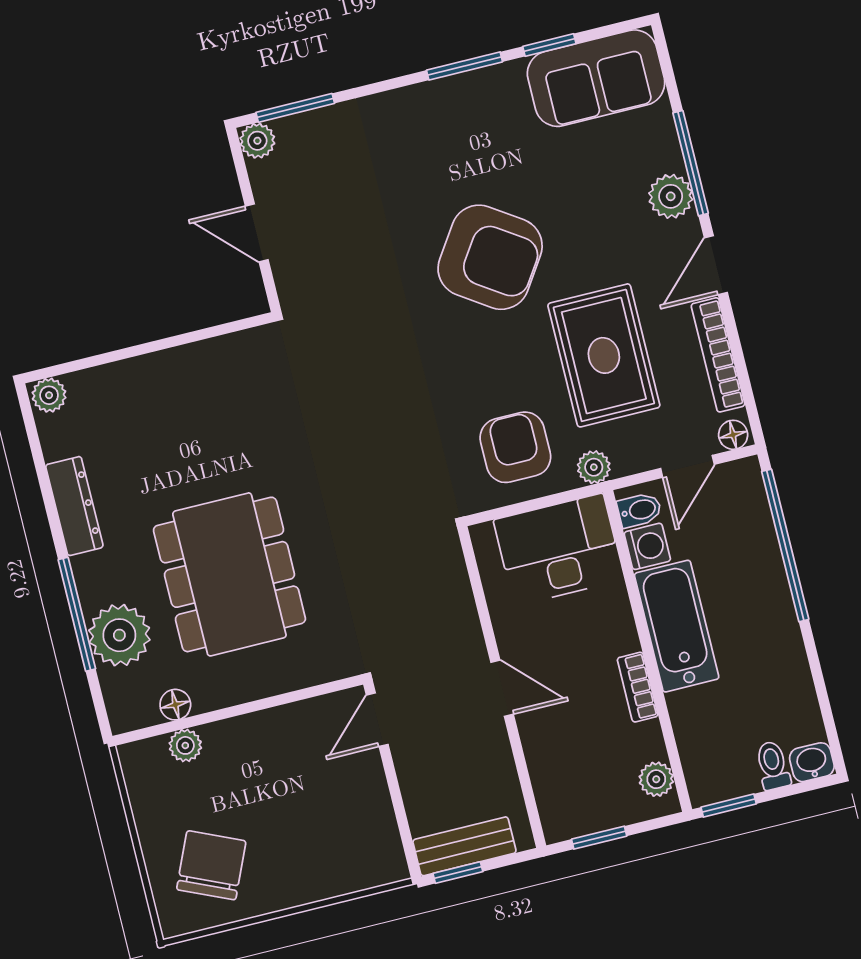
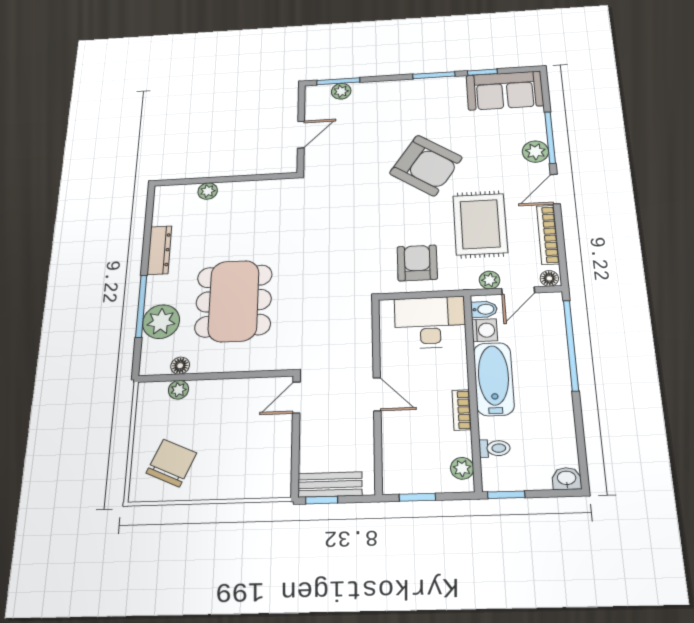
plant: (257, 141) -> (341, 91), moved
door: (257, 233) -> (301, 135), swing flipped
plant: (49, 395) -> (208, 191), moved
plant: (594, 467) -> (490, 280), moved
toilet: (773, 765) -> (495, 448), moved, turned 90

